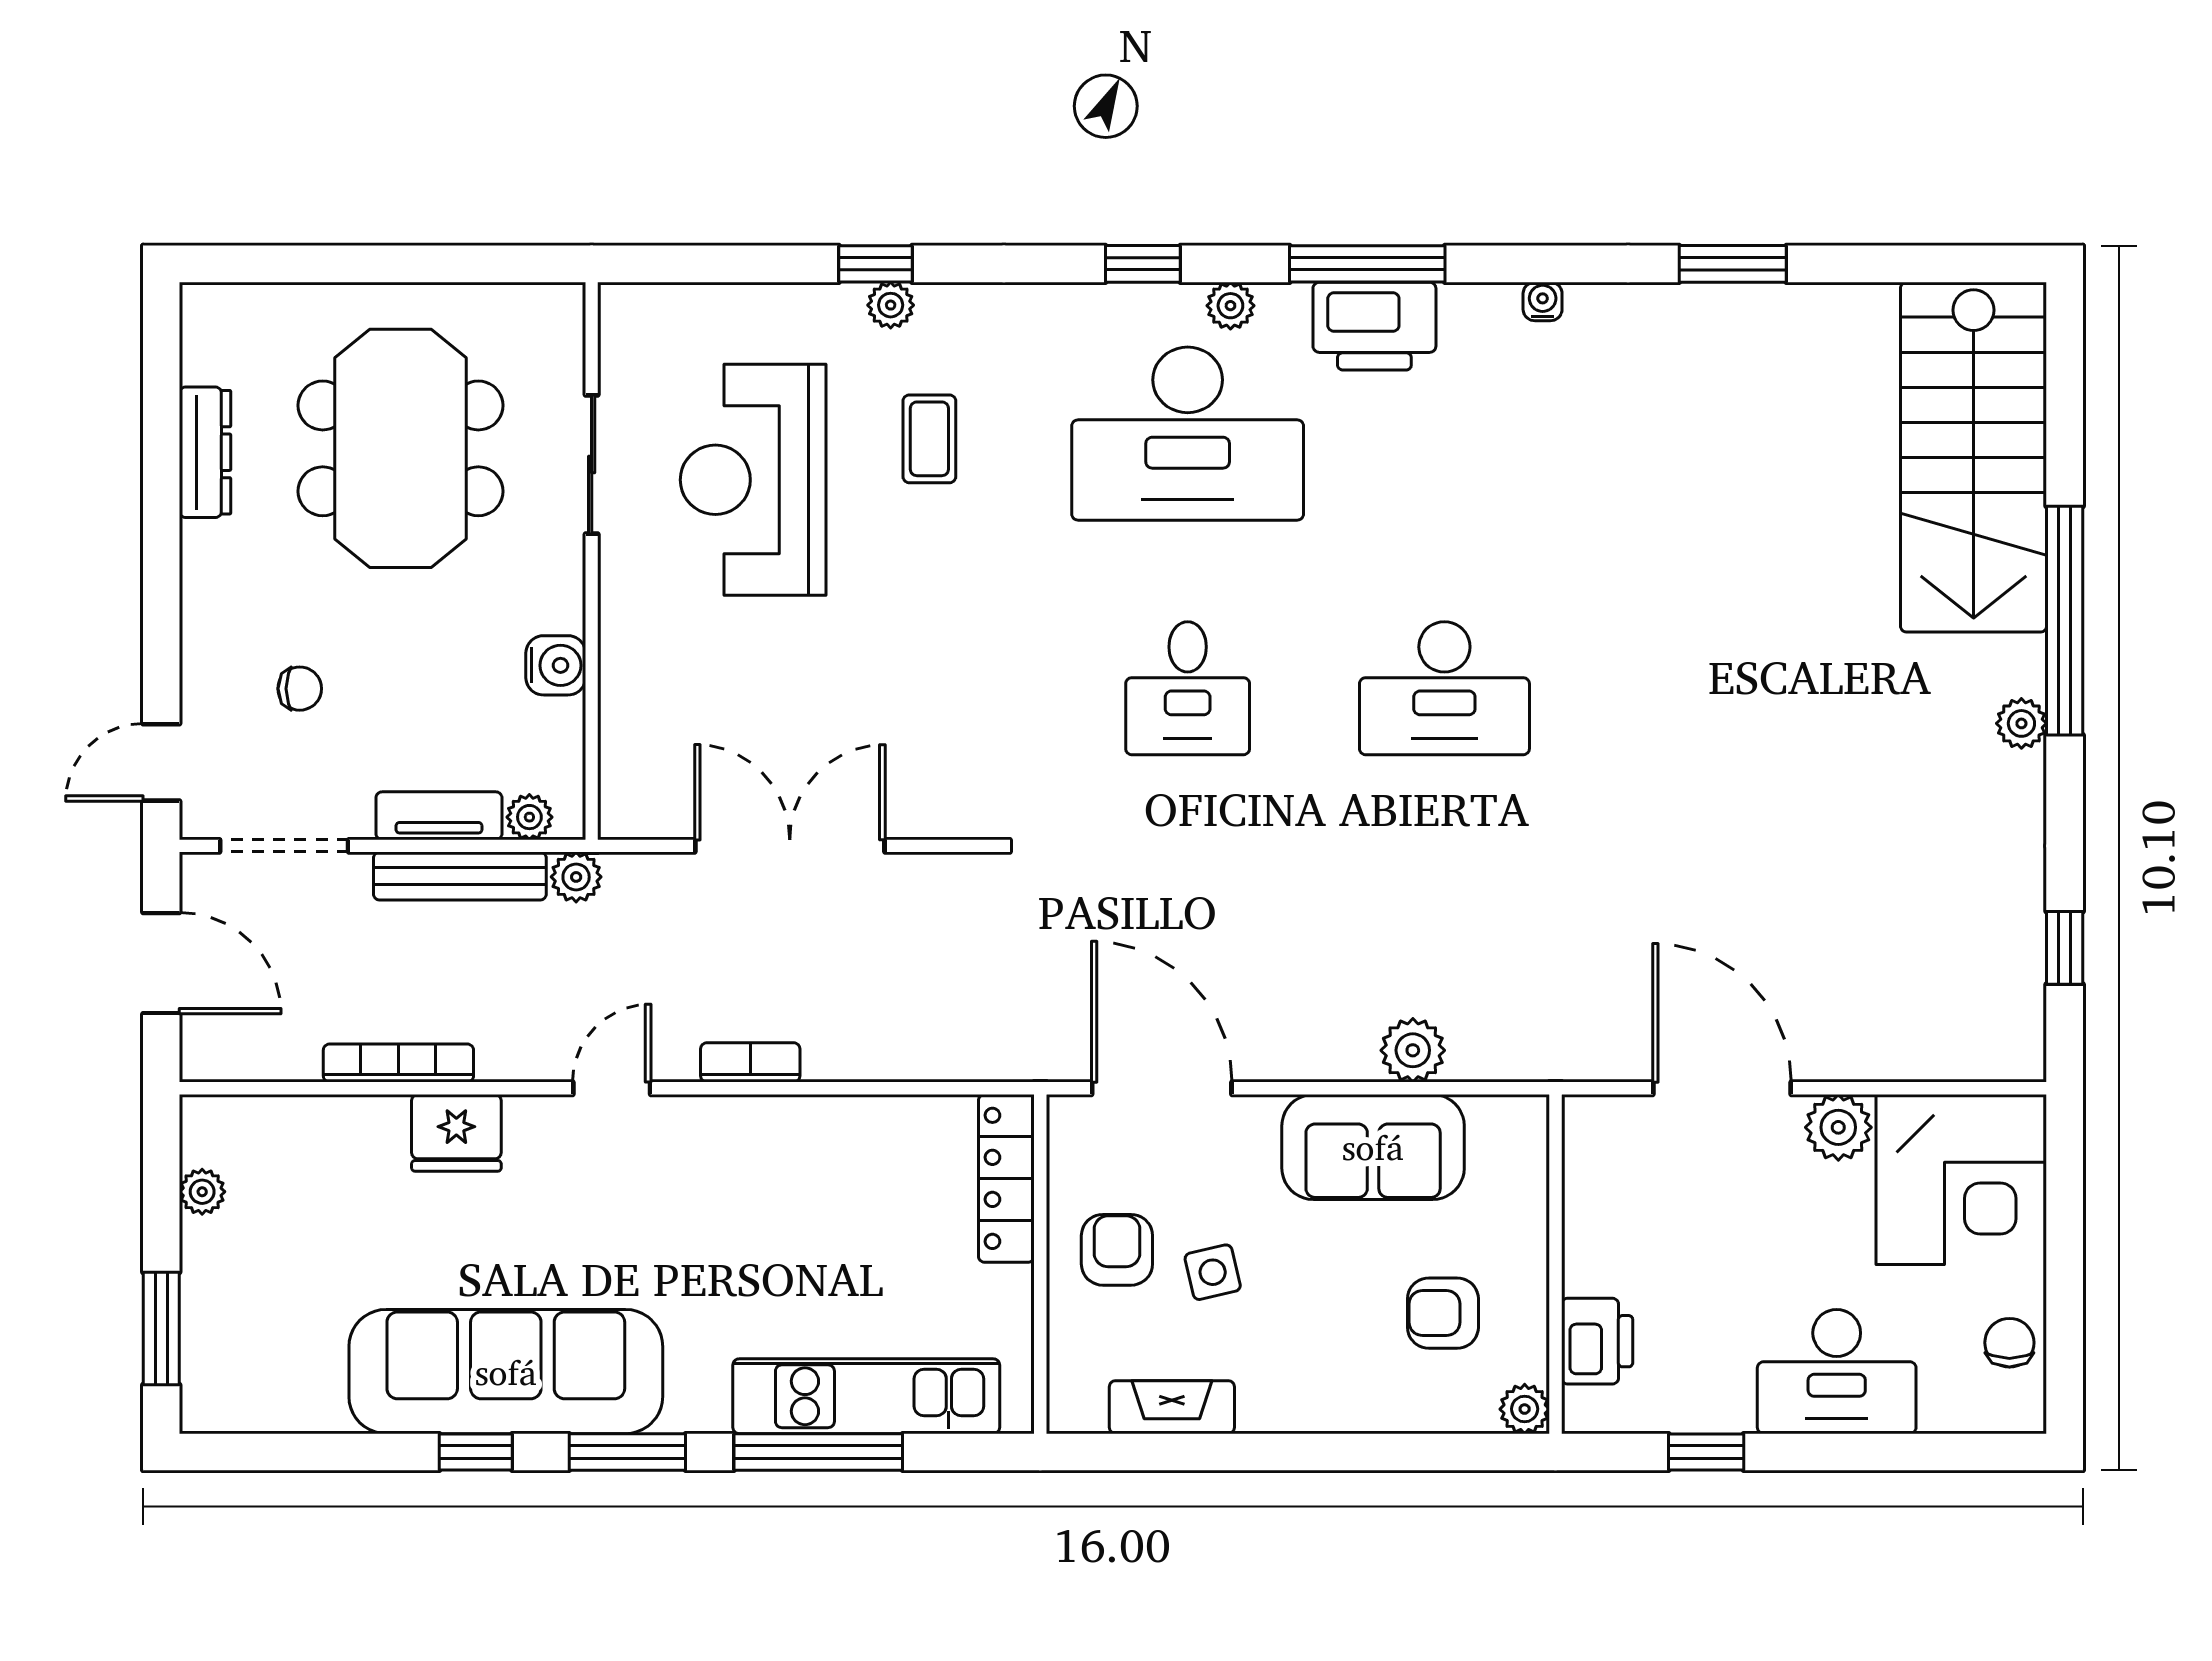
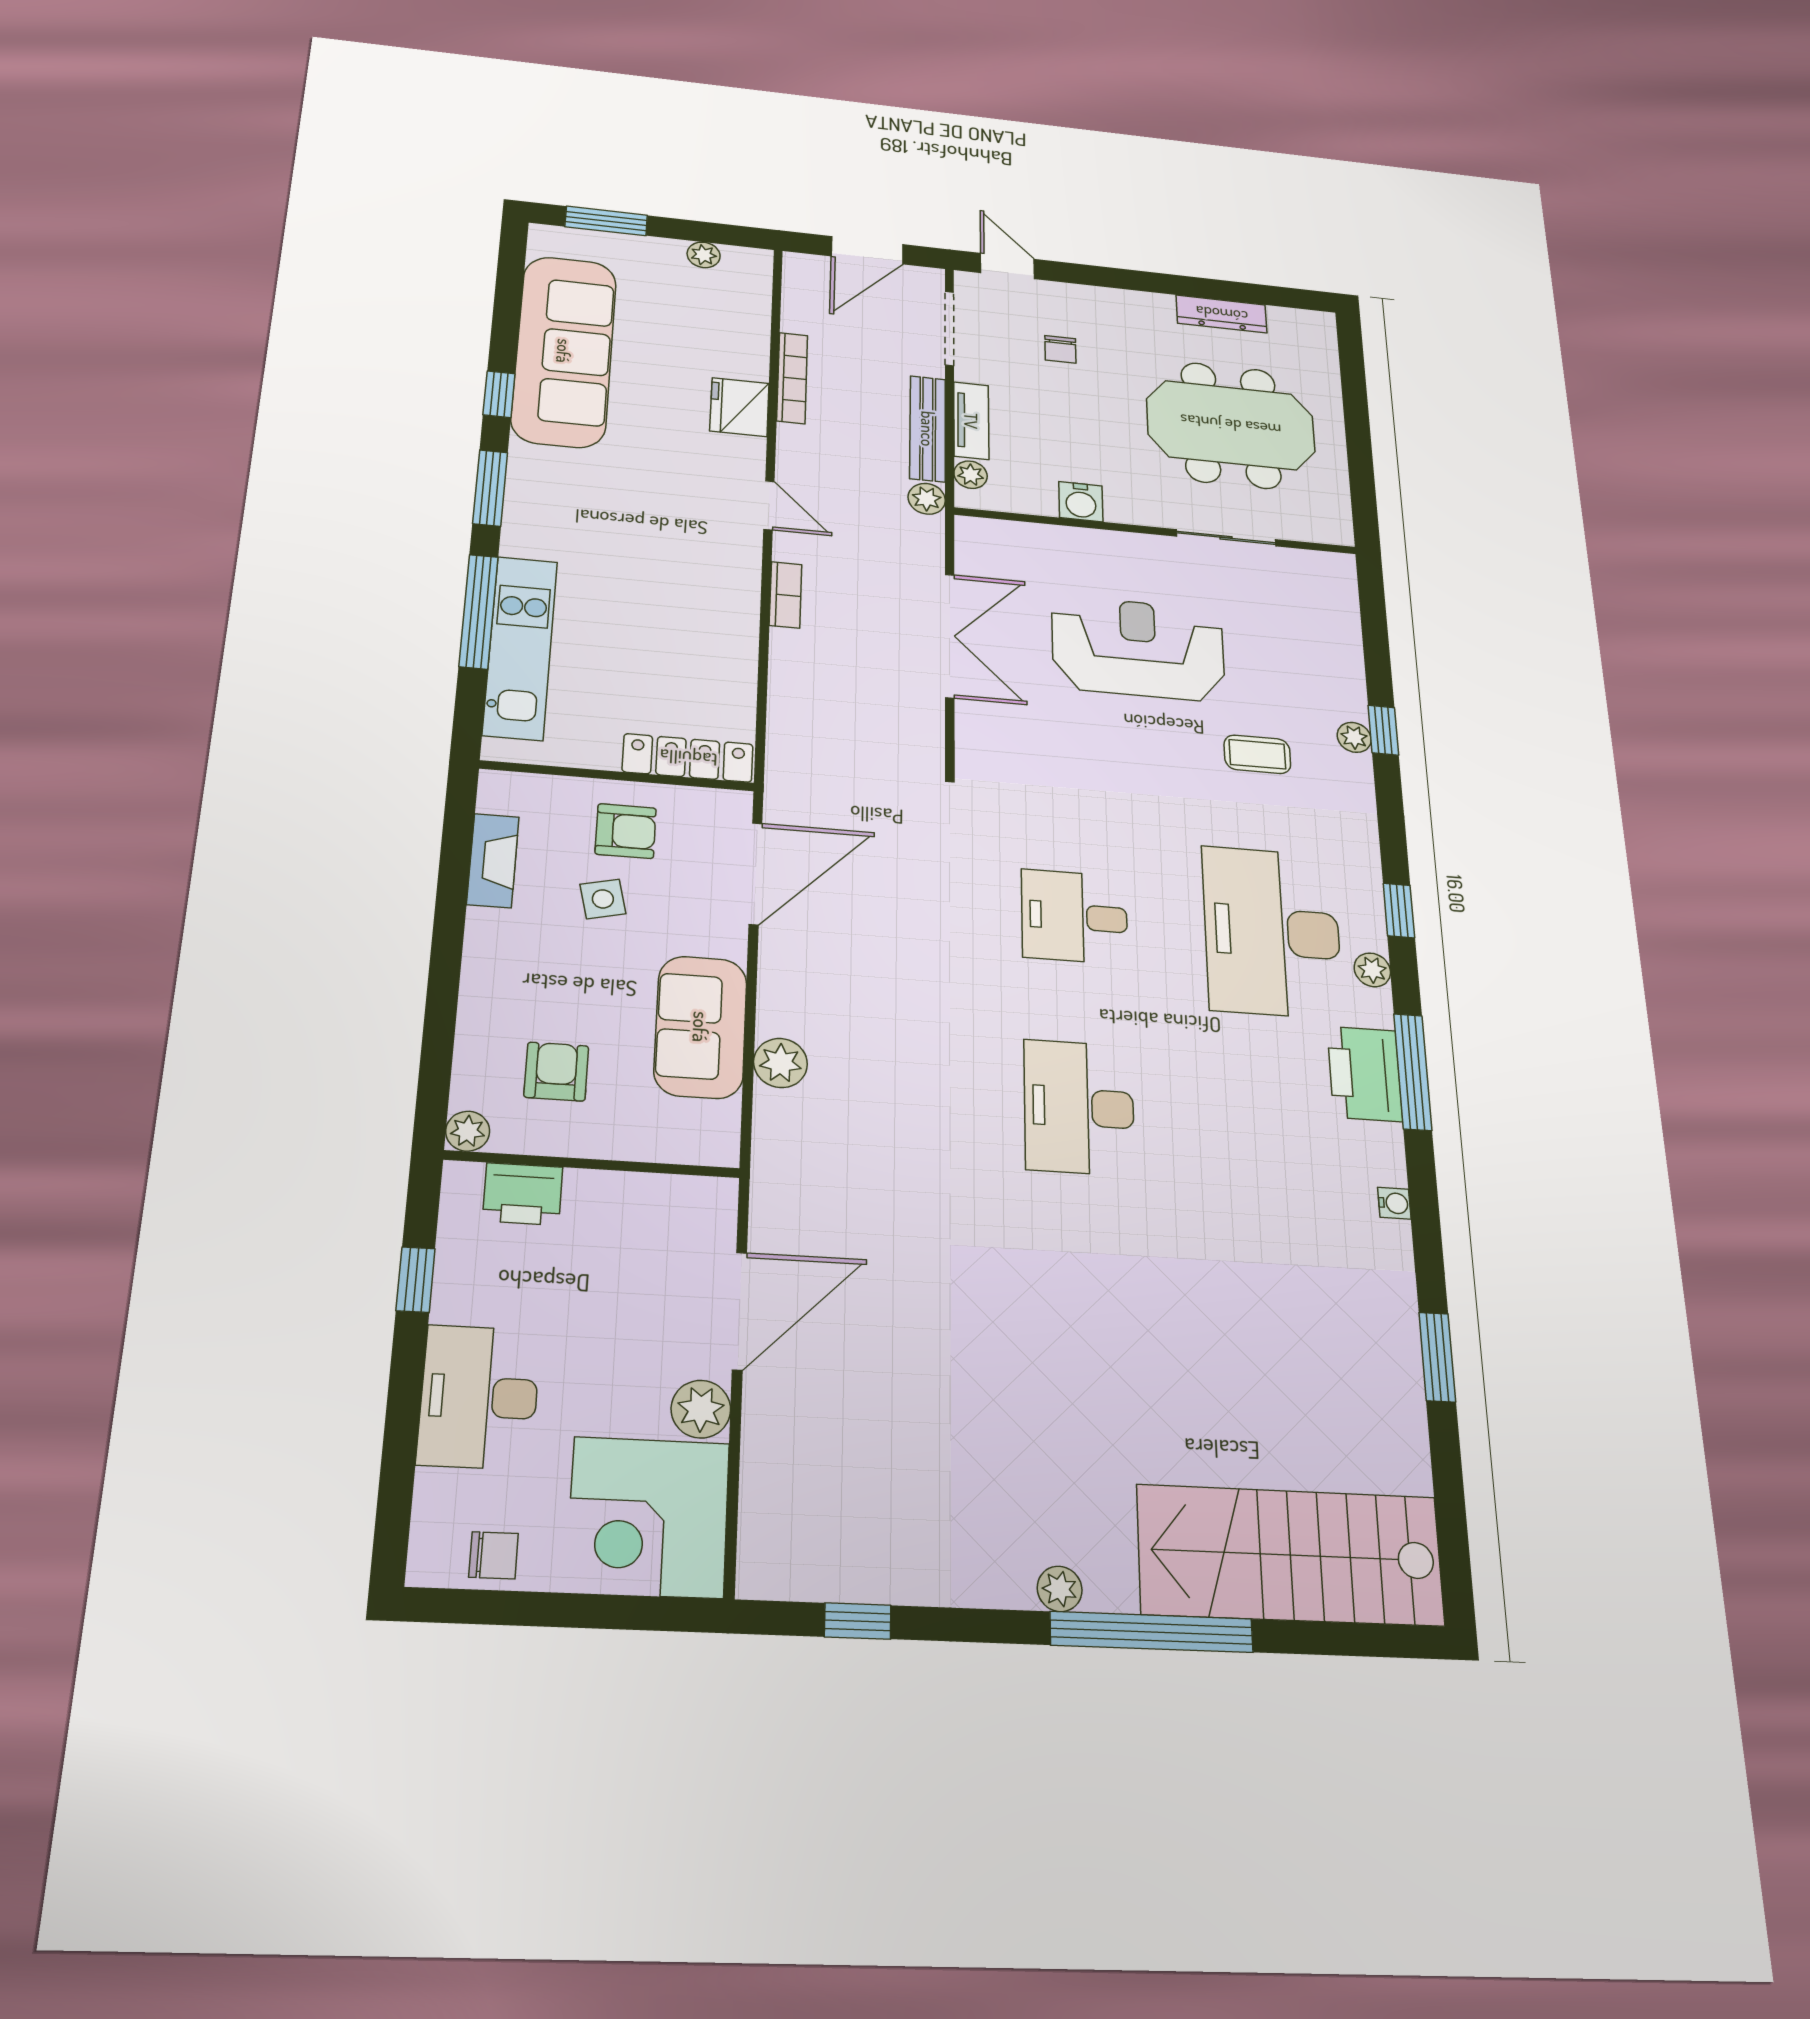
reception desk: (753, 480) -> (1138, 649), moved
sofa: (506, 1372) -> (564, 351), moved

